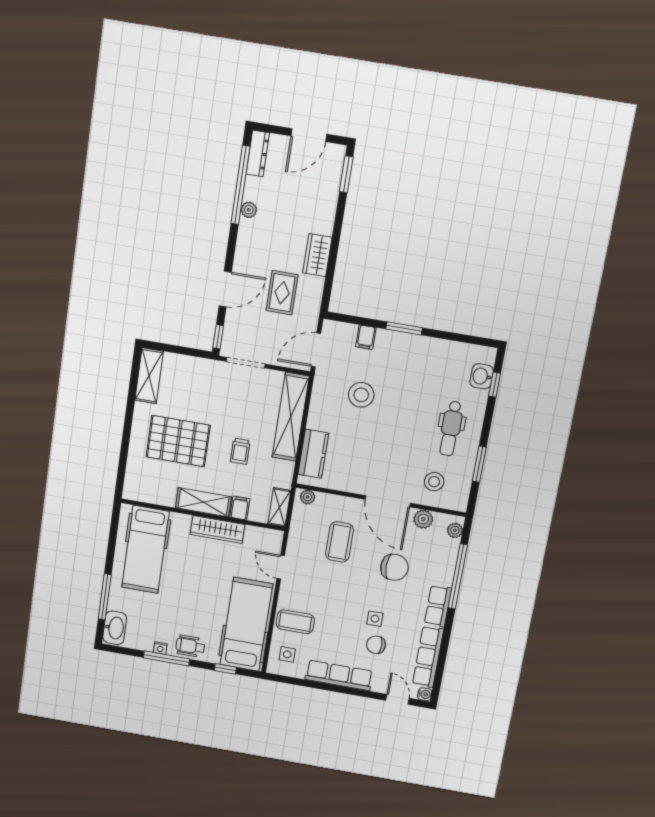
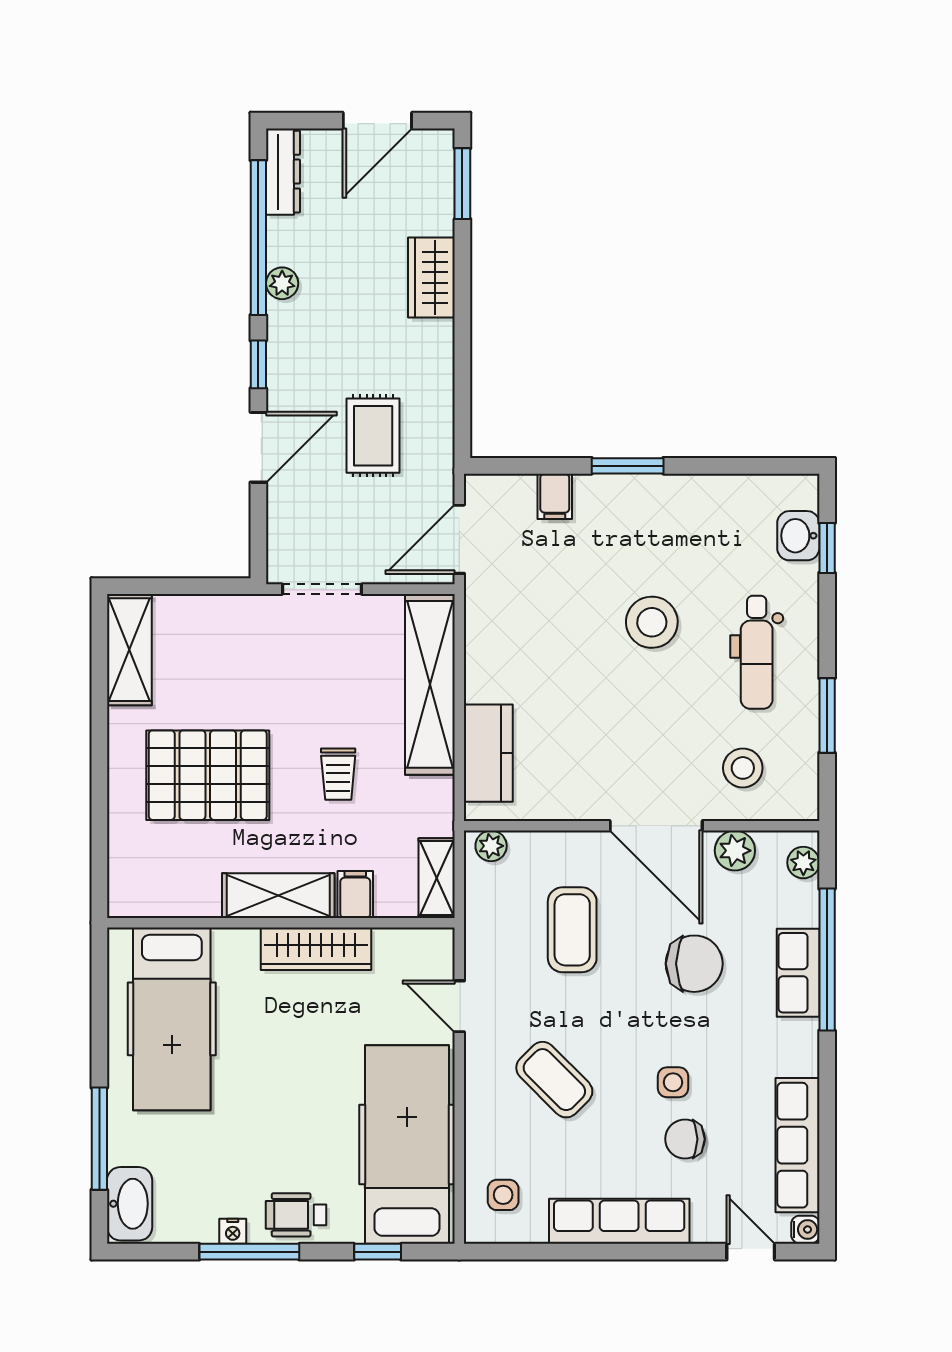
wardrobe: (317, 255) -> (431, 278), moved
window: (218, 337) -> (258, 364), moved
stool: (361, 395) -> (652, 622), moved
row of seats: (438, 606) -> (798, 973), moved
coffee table: (295, 622) -> (554, 1080), moved, turned 45

